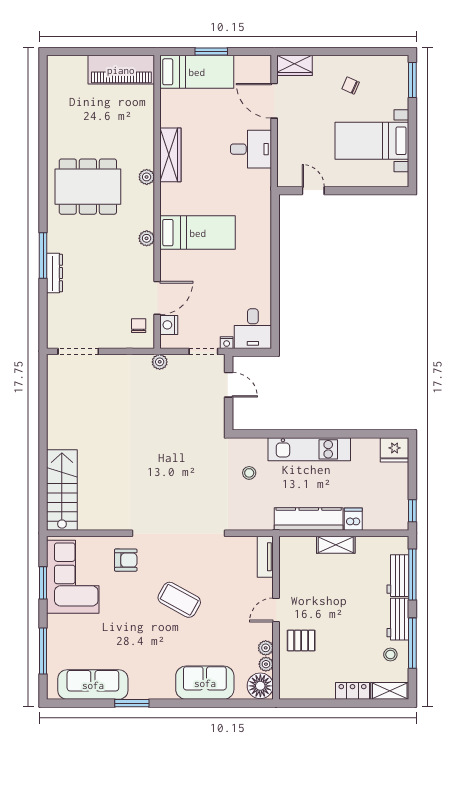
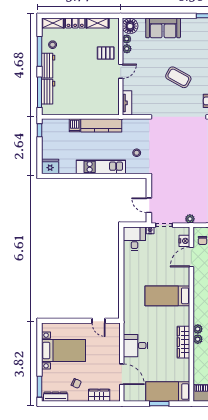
dresser: (385, 63) -> (56, 397), added
wardrobe: (295, 65) -> (99, 395), moved
plant: (147, 238) -> (198, 339), moved
shelving: (336, 545) -> (97, 23), moved

